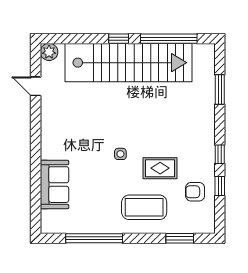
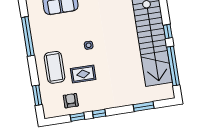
rug: (160, 168) -> (83, 74), turned 90

